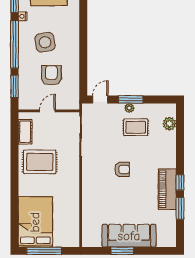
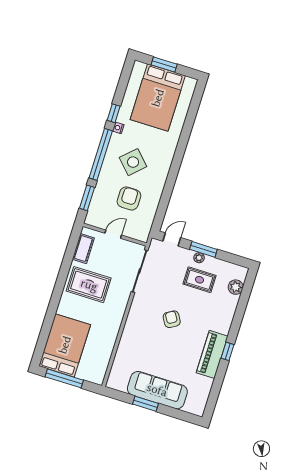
side table: (45, 42) -> (133, 162), turned -35
armchair: (122, 169) -> (172, 319), turned -121
window: (180, 209) -> (219, 379), removed

